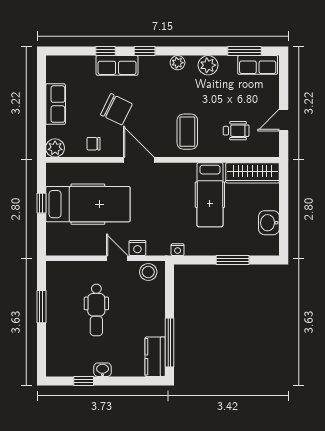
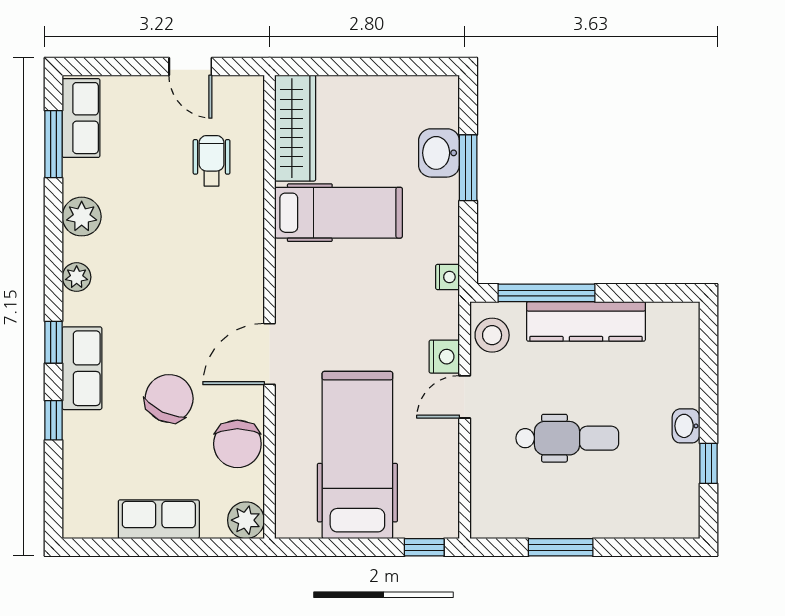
row of seats: (117, 65) -> (82, 368), moved
coffee table: (187, 132) -> (213, 258), removed
chair: (94, 144) -> (237, 444), width x1.87, depth x1.87
window: (41, 203) -> (424, 547), moved
washbasin: (269, 223) -> (439, 153), moved, turned 90
window: (170, 342) -> (547, 293), moved
kitchen counter: (155, 357) -> (586, 321), moved, width x1.50

